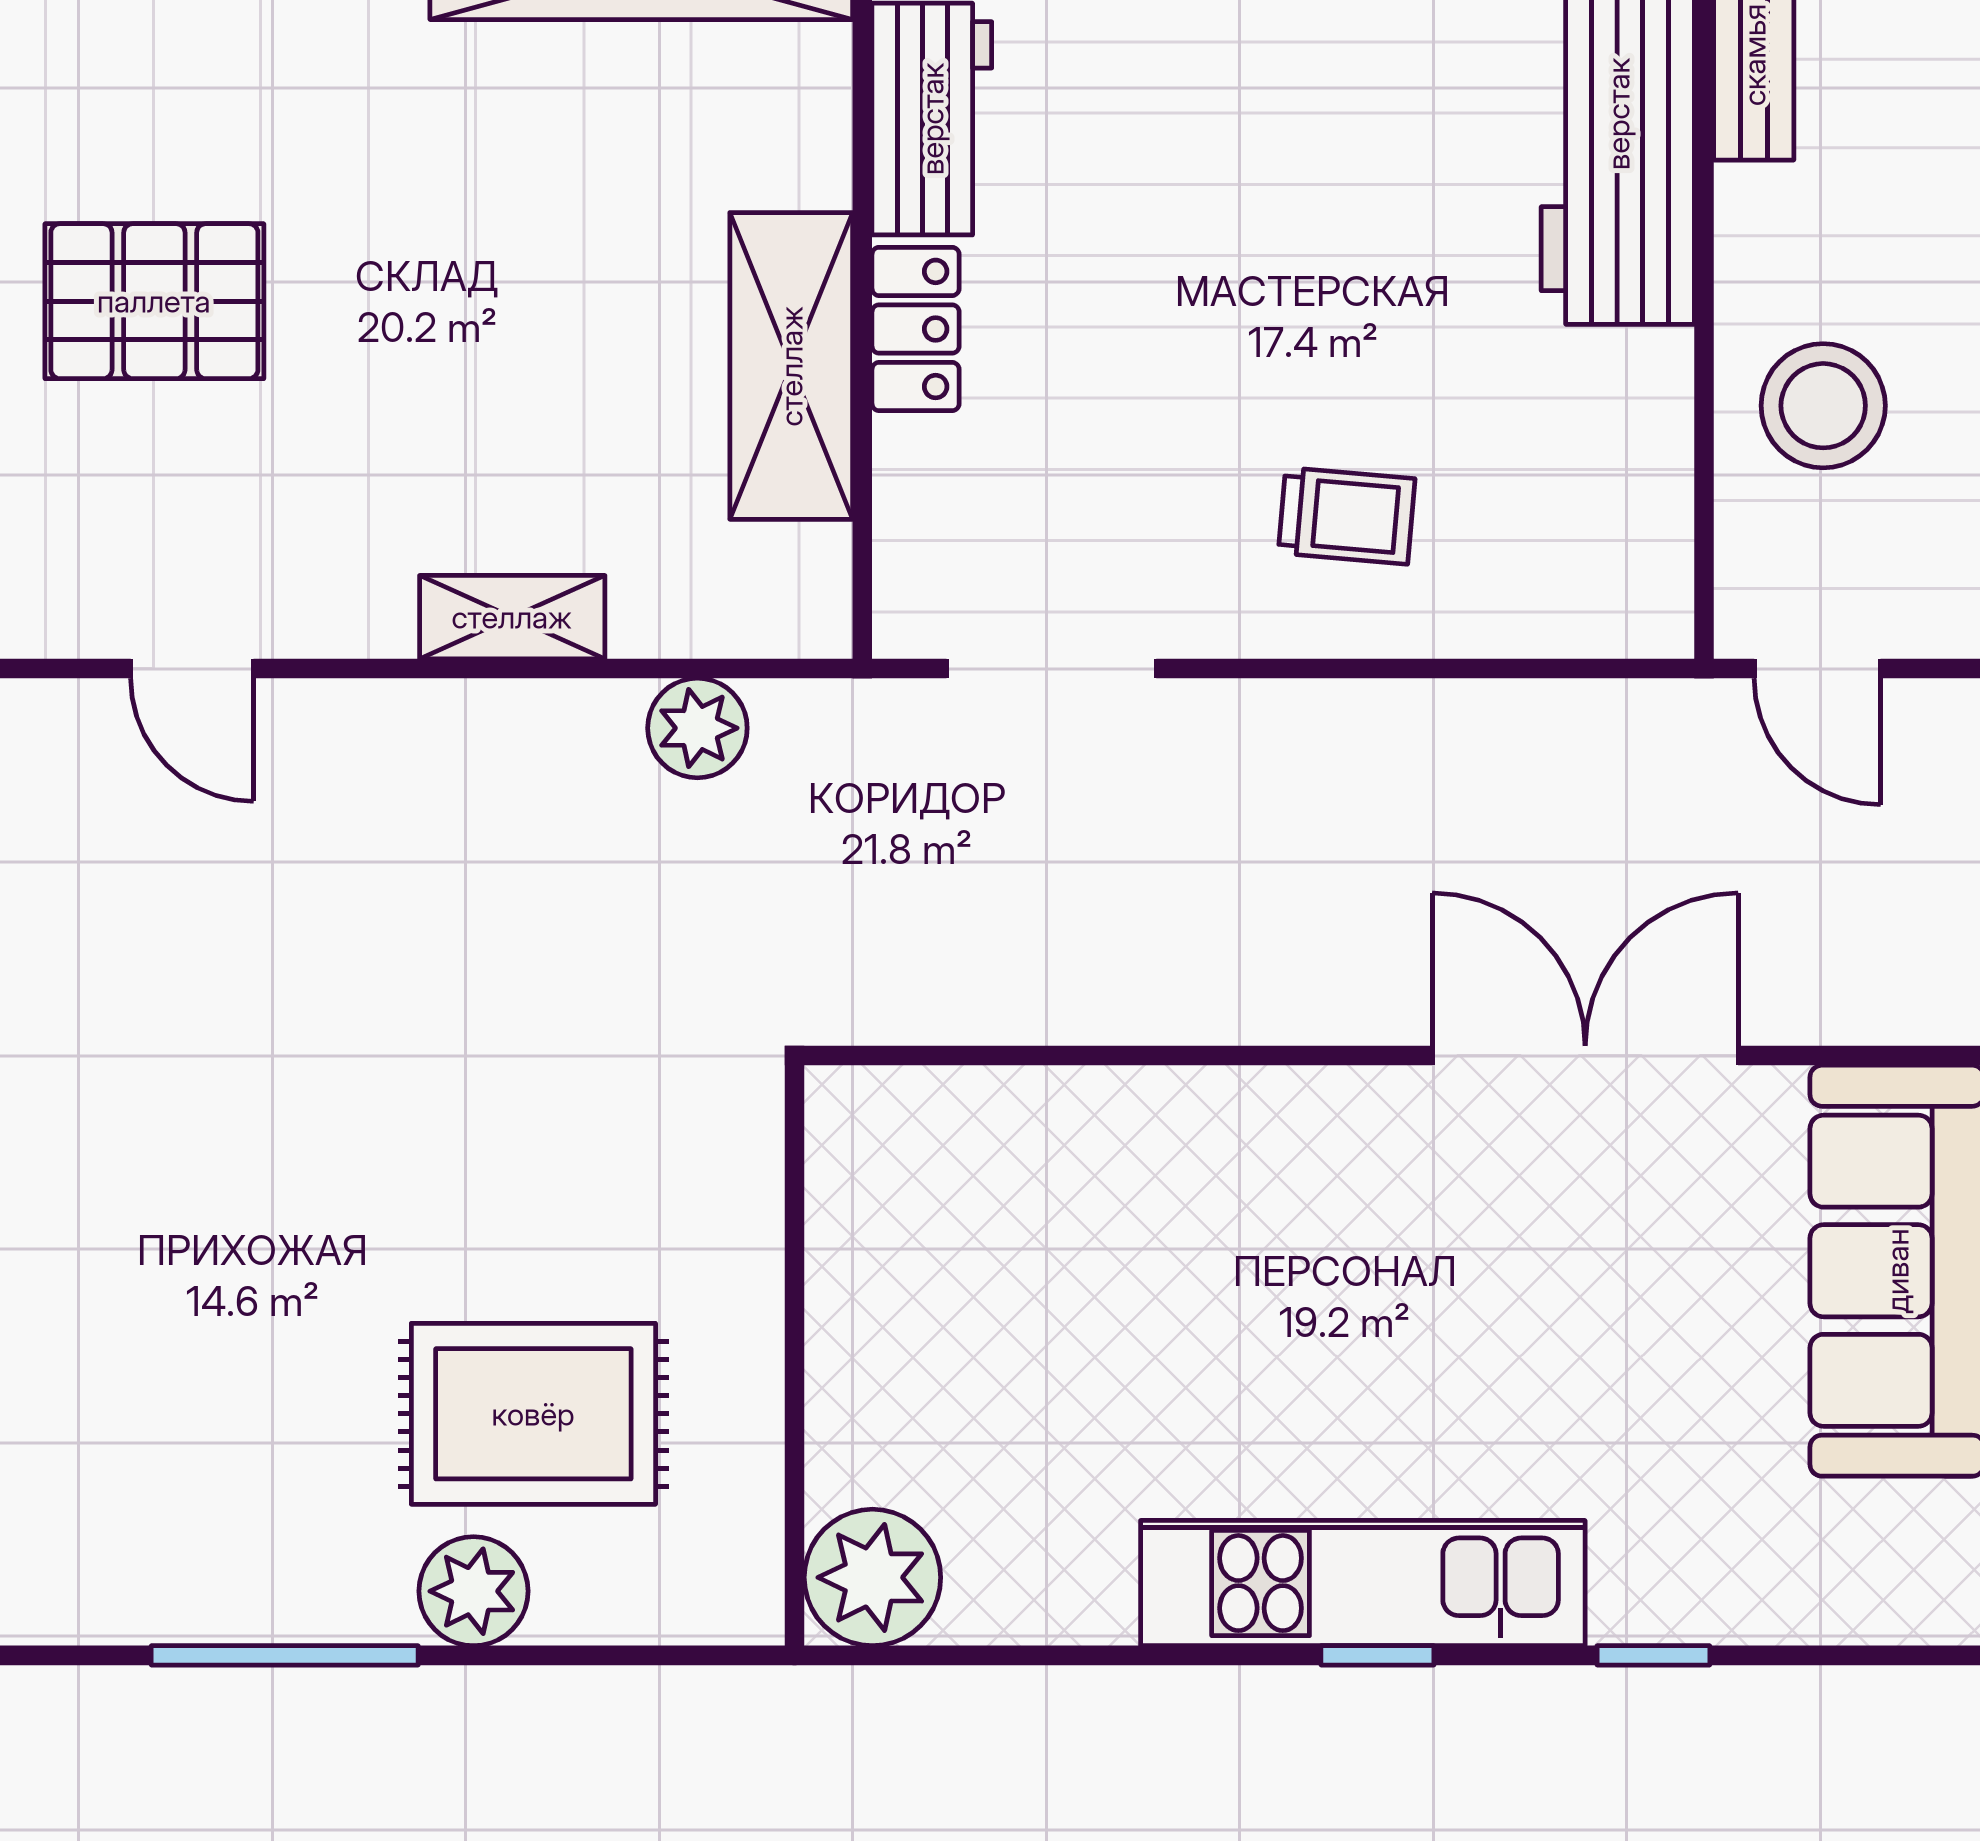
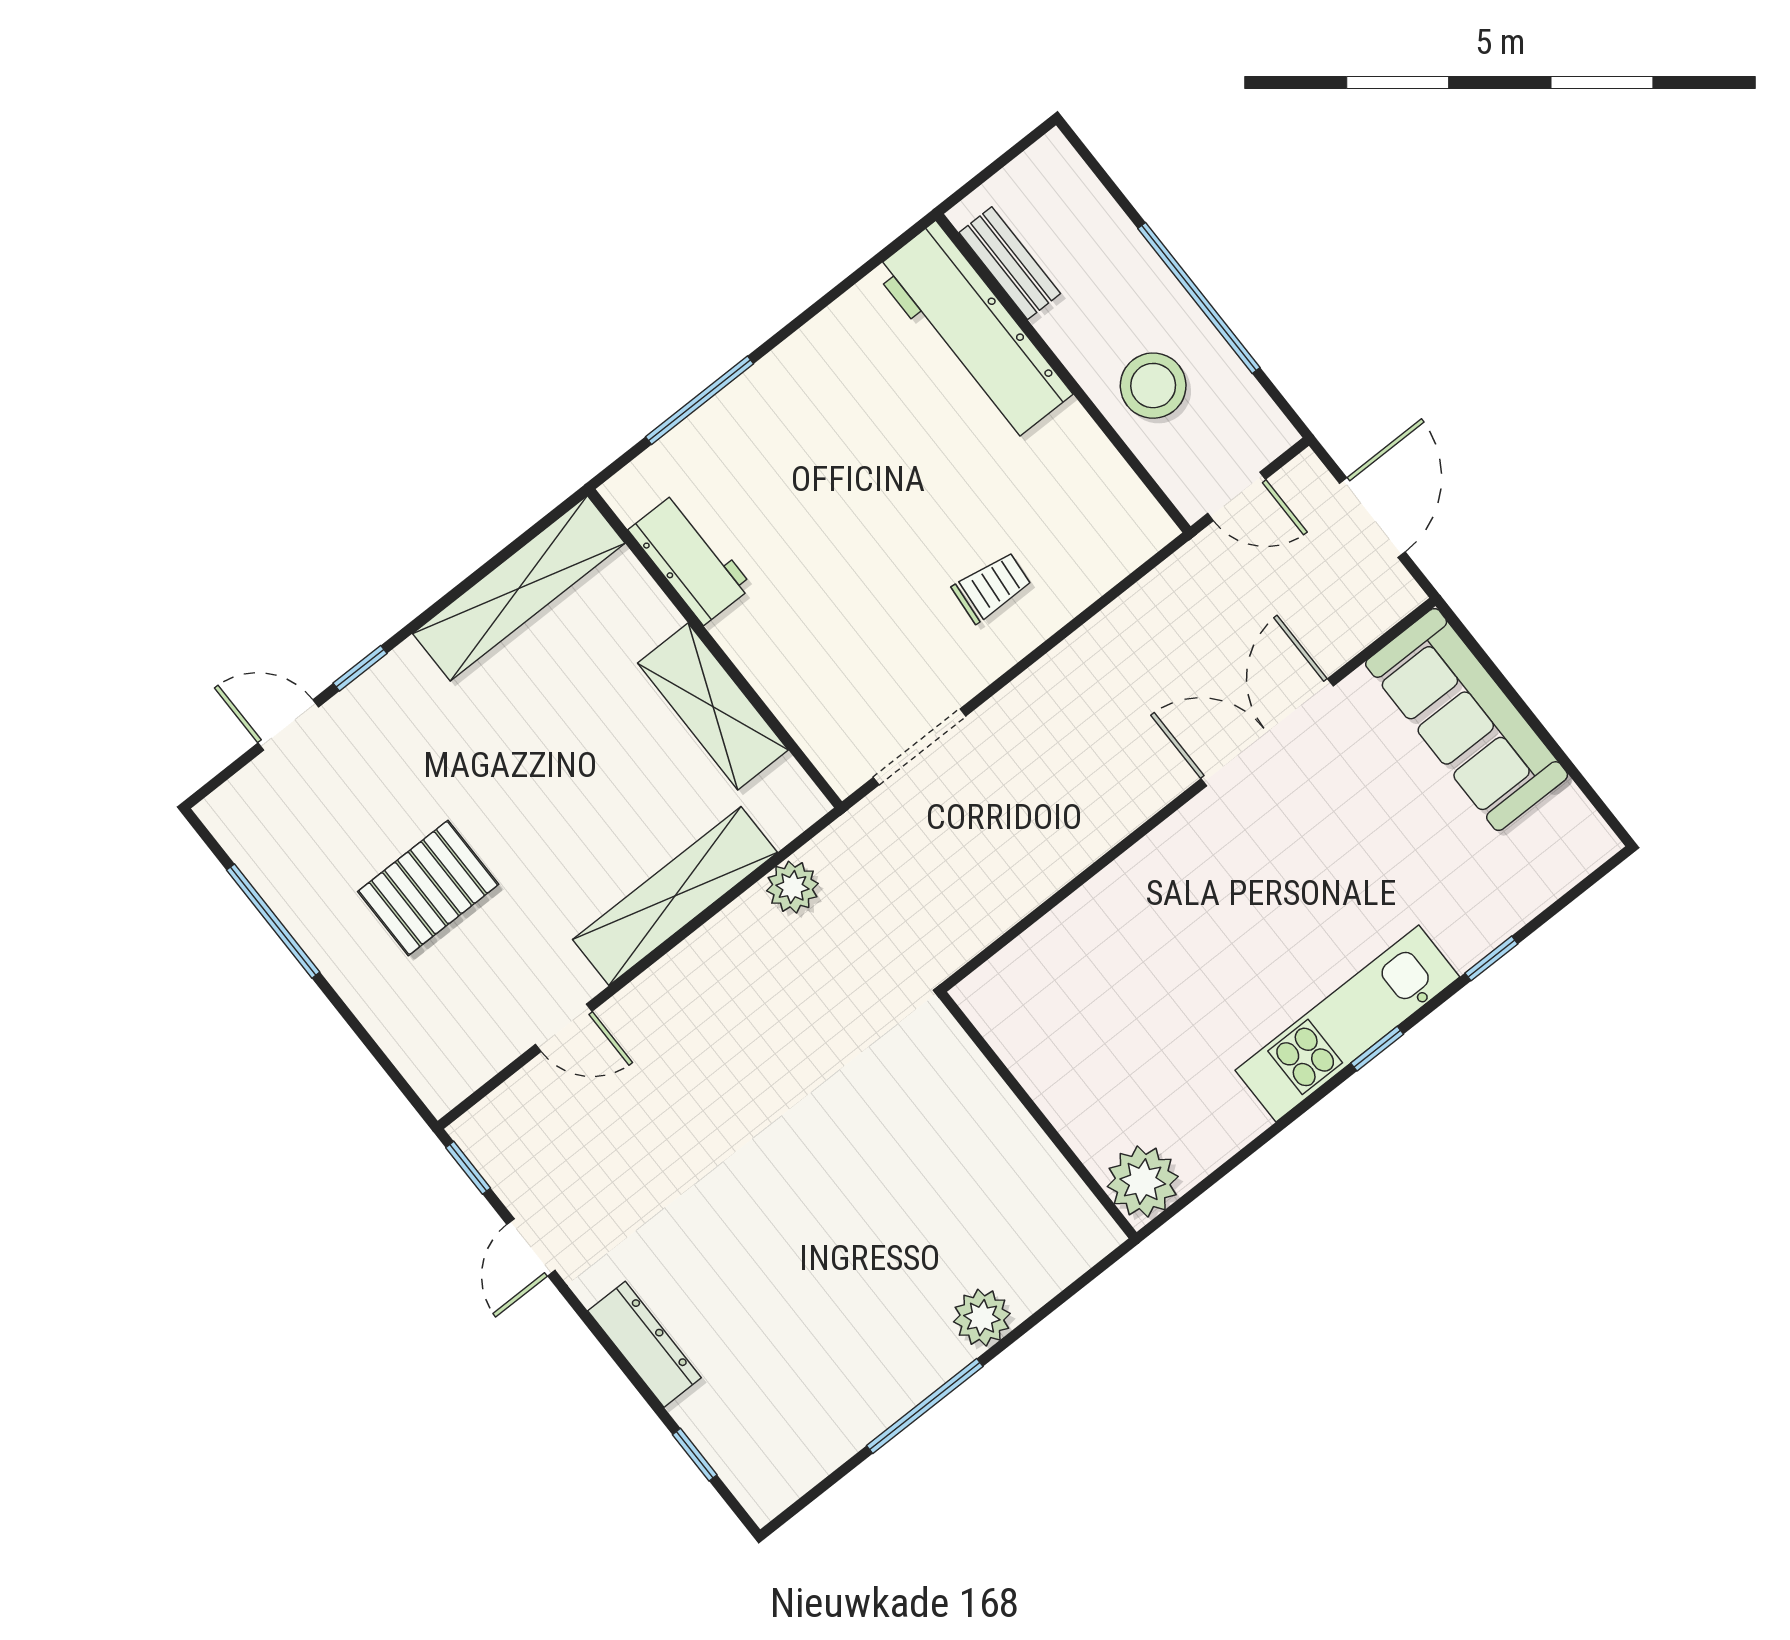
locker: (916, 329) -> (752, 651), removed
shelving: (512, 617) -> (675, 896), width x2.20, depth x1.33
rug: (533, 1414) -> (949, 1225), removed

